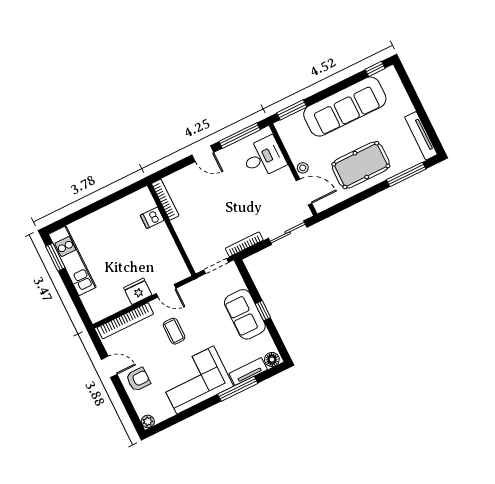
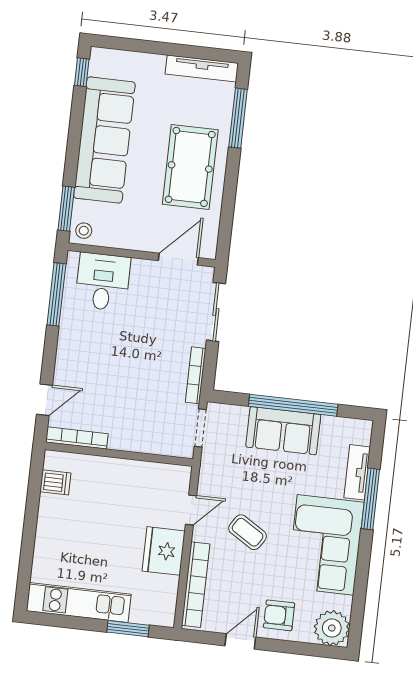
door: (203, 154) -> (44, 400), moved
stool: (303, 168) -> (84, 231), moved
dishwasher: (152, 218) -> (55, 482), moved, turned -90
window: (55, 257) -> (128, 629), moved
fridge: (138, 291) -> (164, 551), width x1.36, depth x1.34
window: (263, 311) -> (293, 405), width x3.17
coffee table: (174, 331) -> (248, 532), turned 32
floor lamp: (272, 360) -> (361, 433), removed
armchair: (138, 379) -> (279, 615), turned -90
plant: (148, 421) -> (332, 628), width x1.88, depth x1.88

